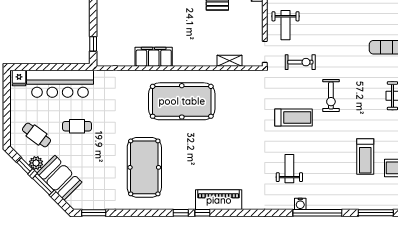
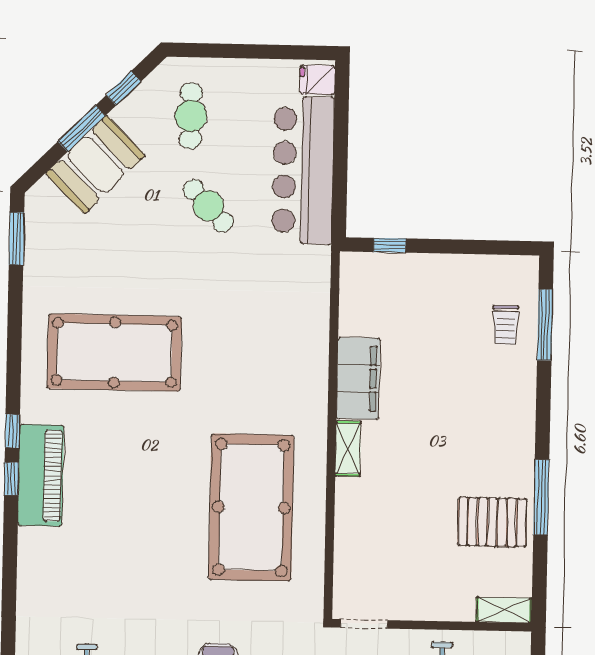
shelving: (229, 61) -> (348, 449), moved
pool table: (182, 101) -> (251, 507), moved
cafe table: (77, 126) -> (208, 206), turned -43
cafe table: (36, 135) -> (191, 116), turned -37
plant: (36, 163) -> (129, 114), removed
piano: (219, 200) -> (41, 475), moved

